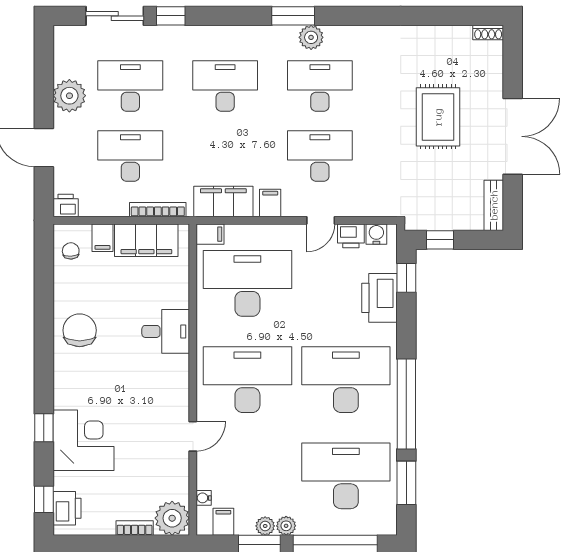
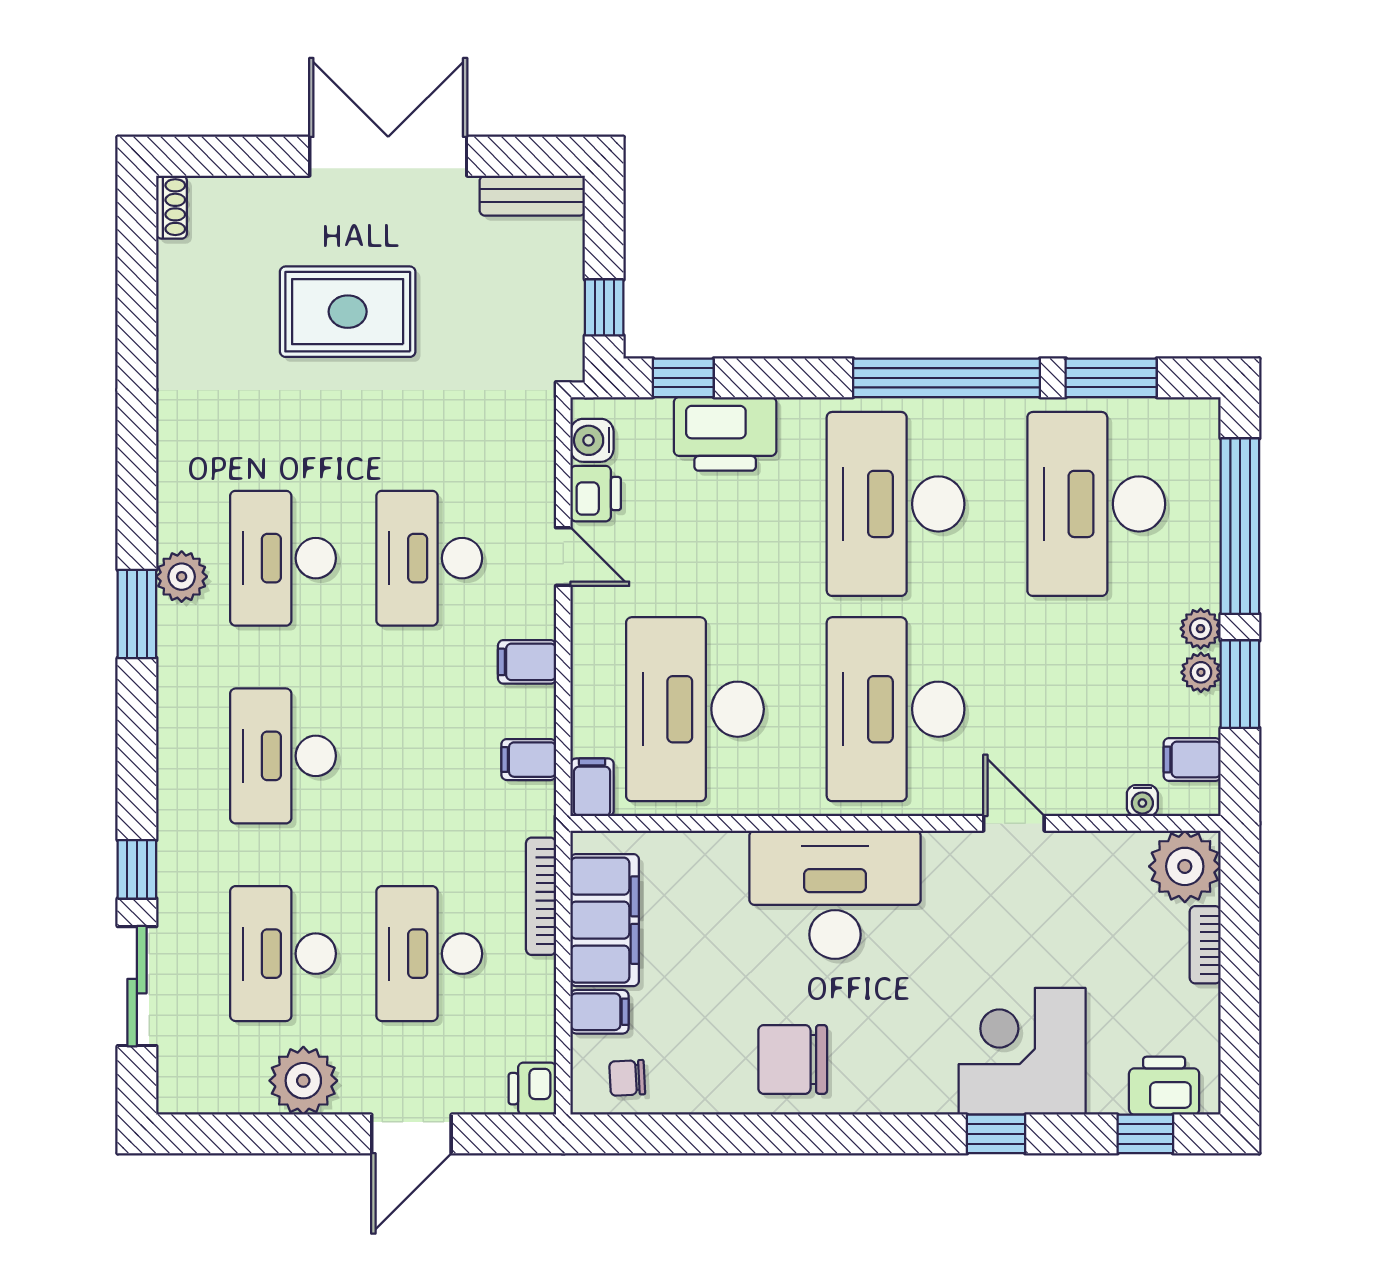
filing cabinet: (223, 202) -> (529, 760), width x0.33, depth x0.86
desk: (166, 331) -> (835, 895), width x1.87, depth x1.30

